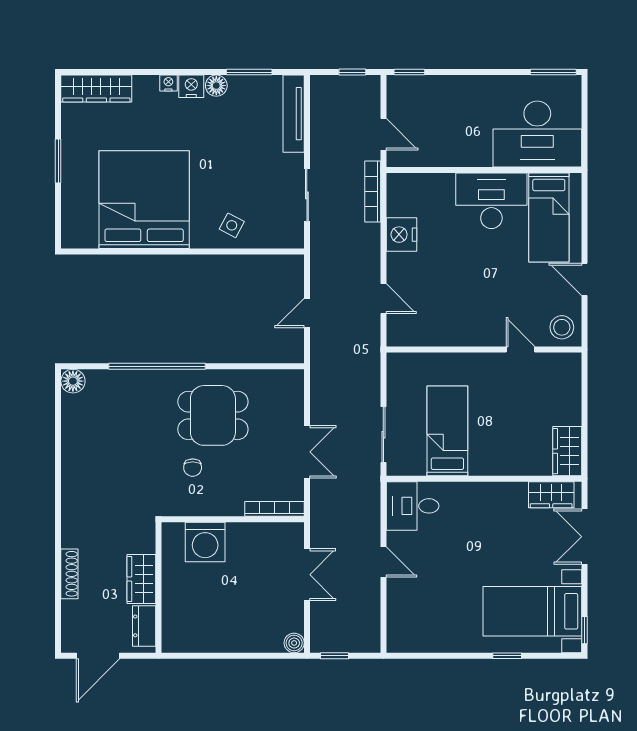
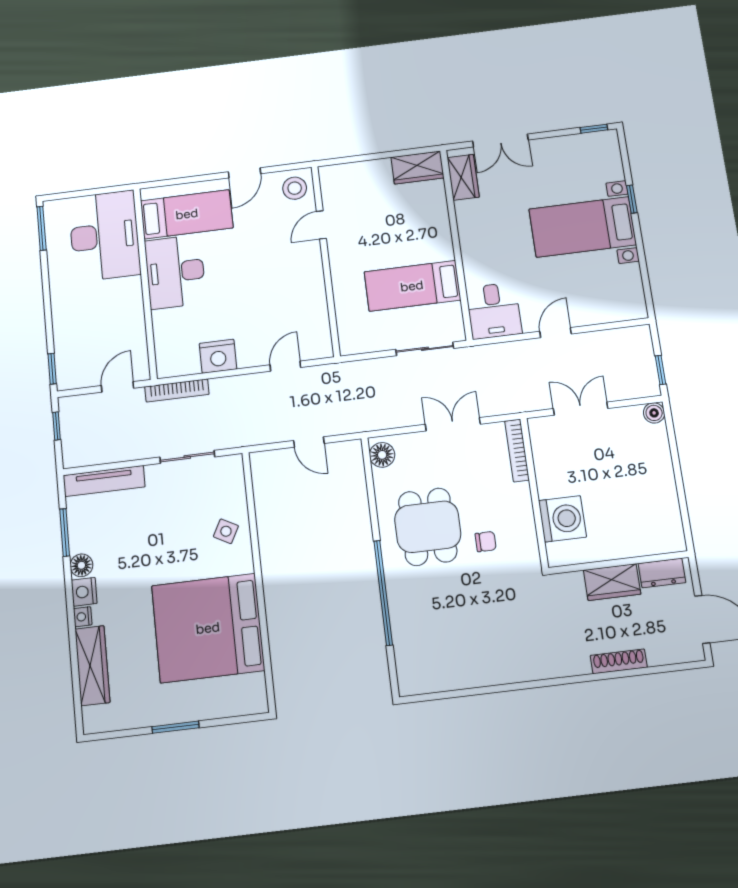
wardrobe: (96, 89) -> (92, 666), moved
floor lamp: (73, 381) -> (382, 455), moved
bed with nightstands: (532, 611) -> (583, 227), moved, turned 90

